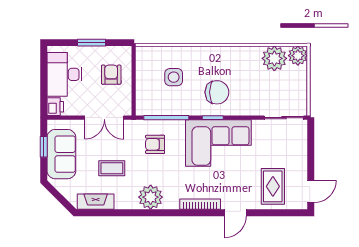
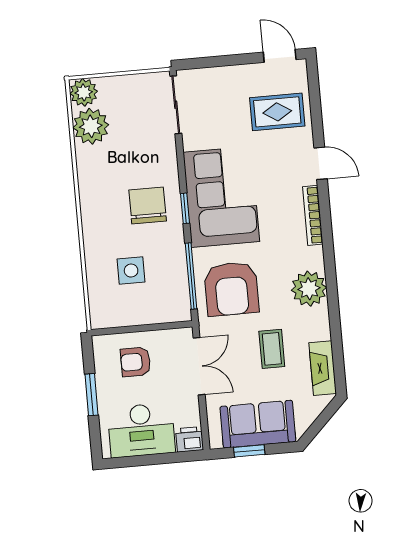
armchair: (155, 144) -> (231, 289), width x1.88, depth x1.88

